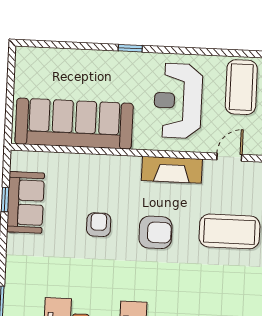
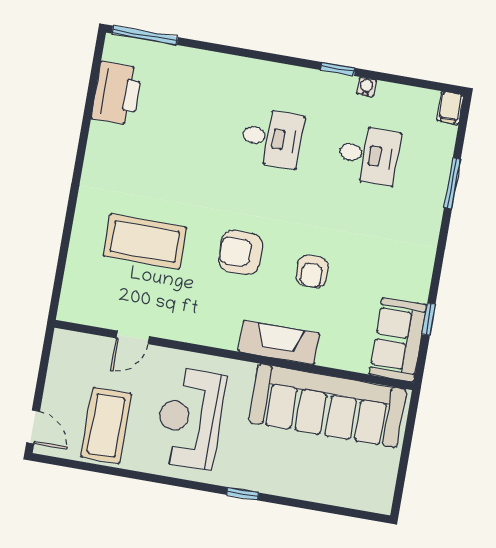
reception desk: (178, 101) -> (190, 418), turned 180
fireplace: (172, 170) -> (279, 343), moved
sofa: (26, 202) -> (398, 340), moved

